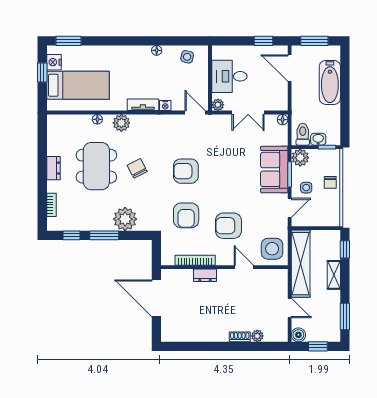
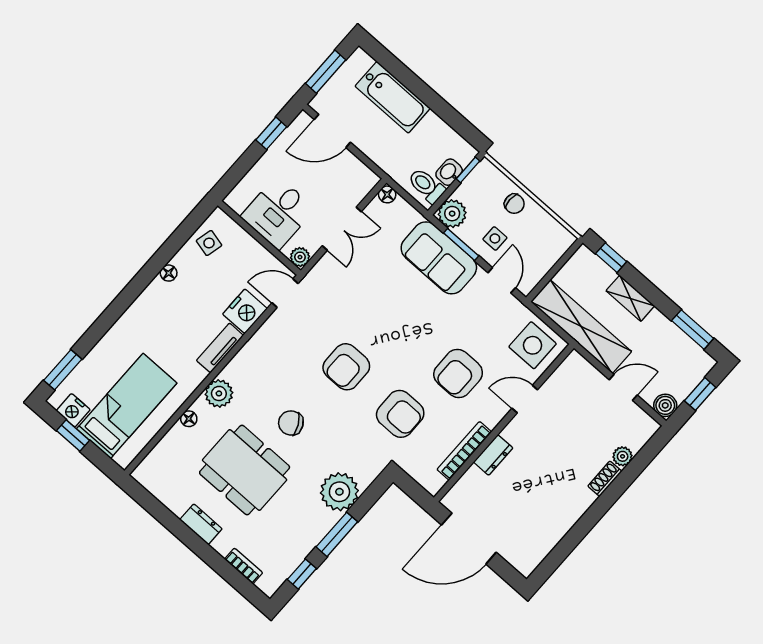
nightstand: (165, 106) -> (245, 311), width x1.89, depth x1.79

